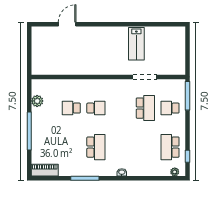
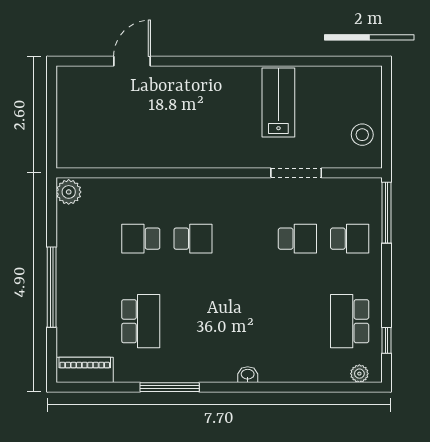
lab bench: (136, 44) -> (278, 102), turned 180
stool: (176, 59) -> (362, 135), added
plant: (37, 101) -> (69, 192), moved
school desk: (145, 108) -> (297, 239), width x0.54
school desk: (170, 108) -> (350, 239), turned 180
school desk: (96, 147) -> (141, 321), moved

